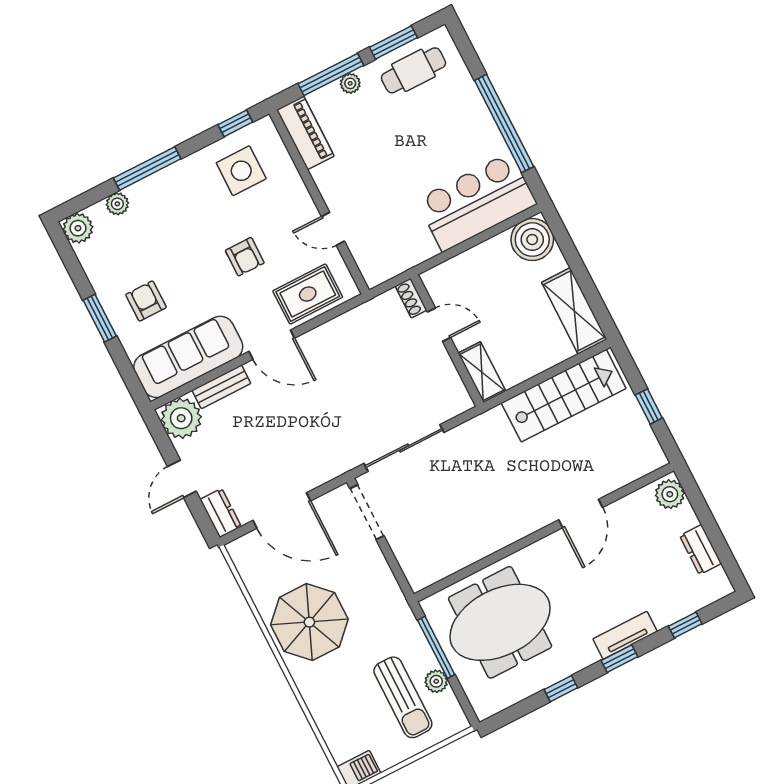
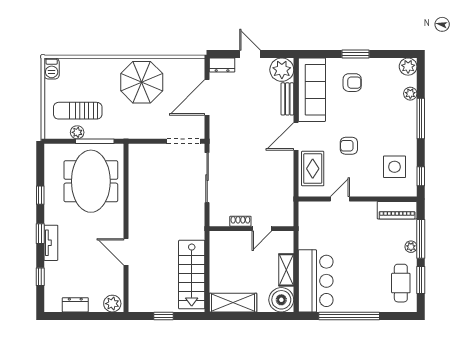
shoe rack: (411, 298) -> (240, 221), moved
shelving: (482, 372) -> (286, 270), moved, turned 90

